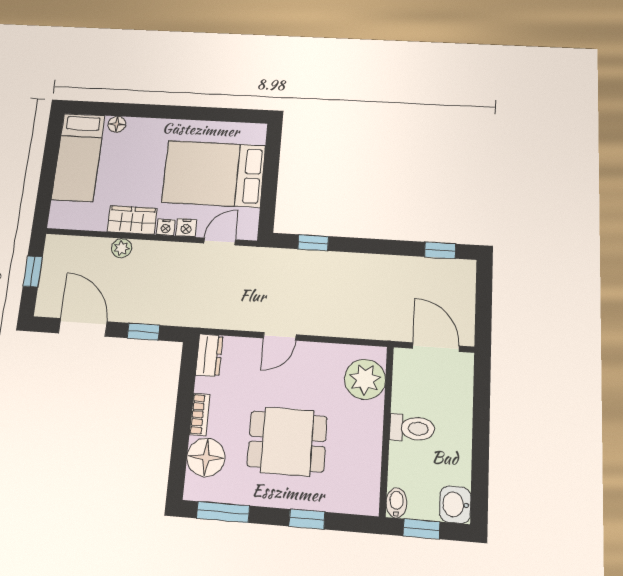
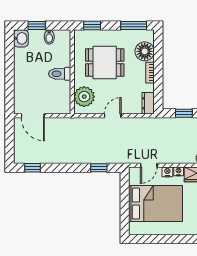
plant: (365, 379) -> (84, 97), moved
toilet: (412, 428) -> (60, 74), moved
wall: (386, 430) -> (72, 72), moved

